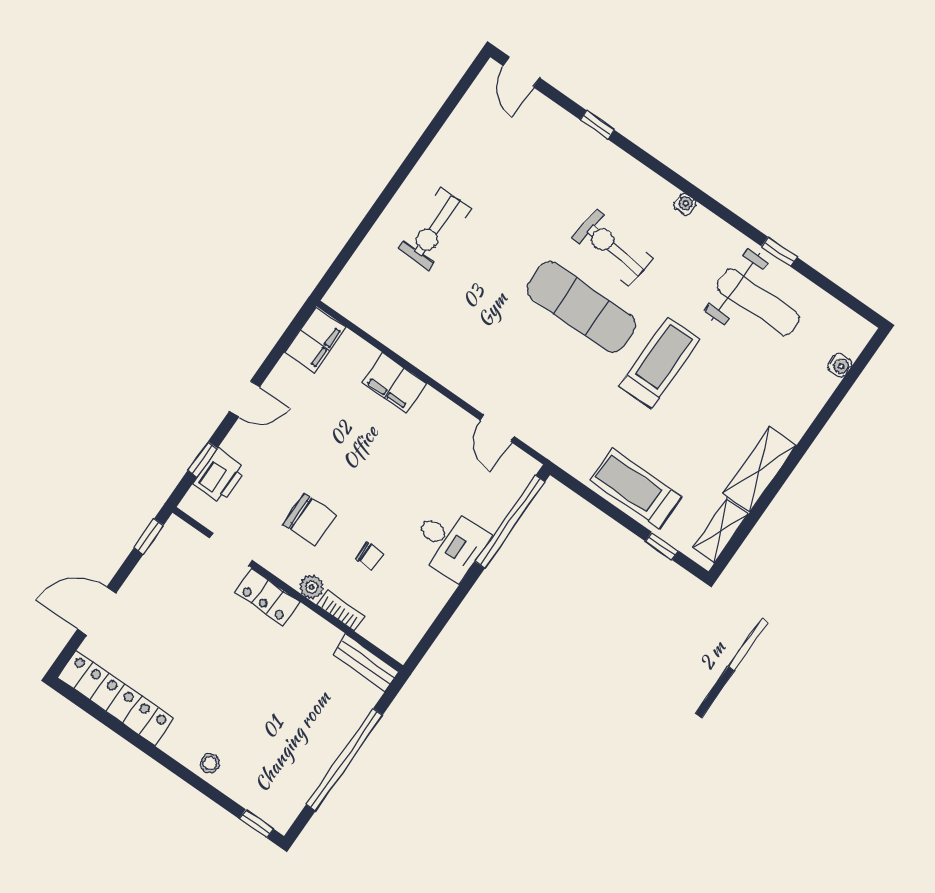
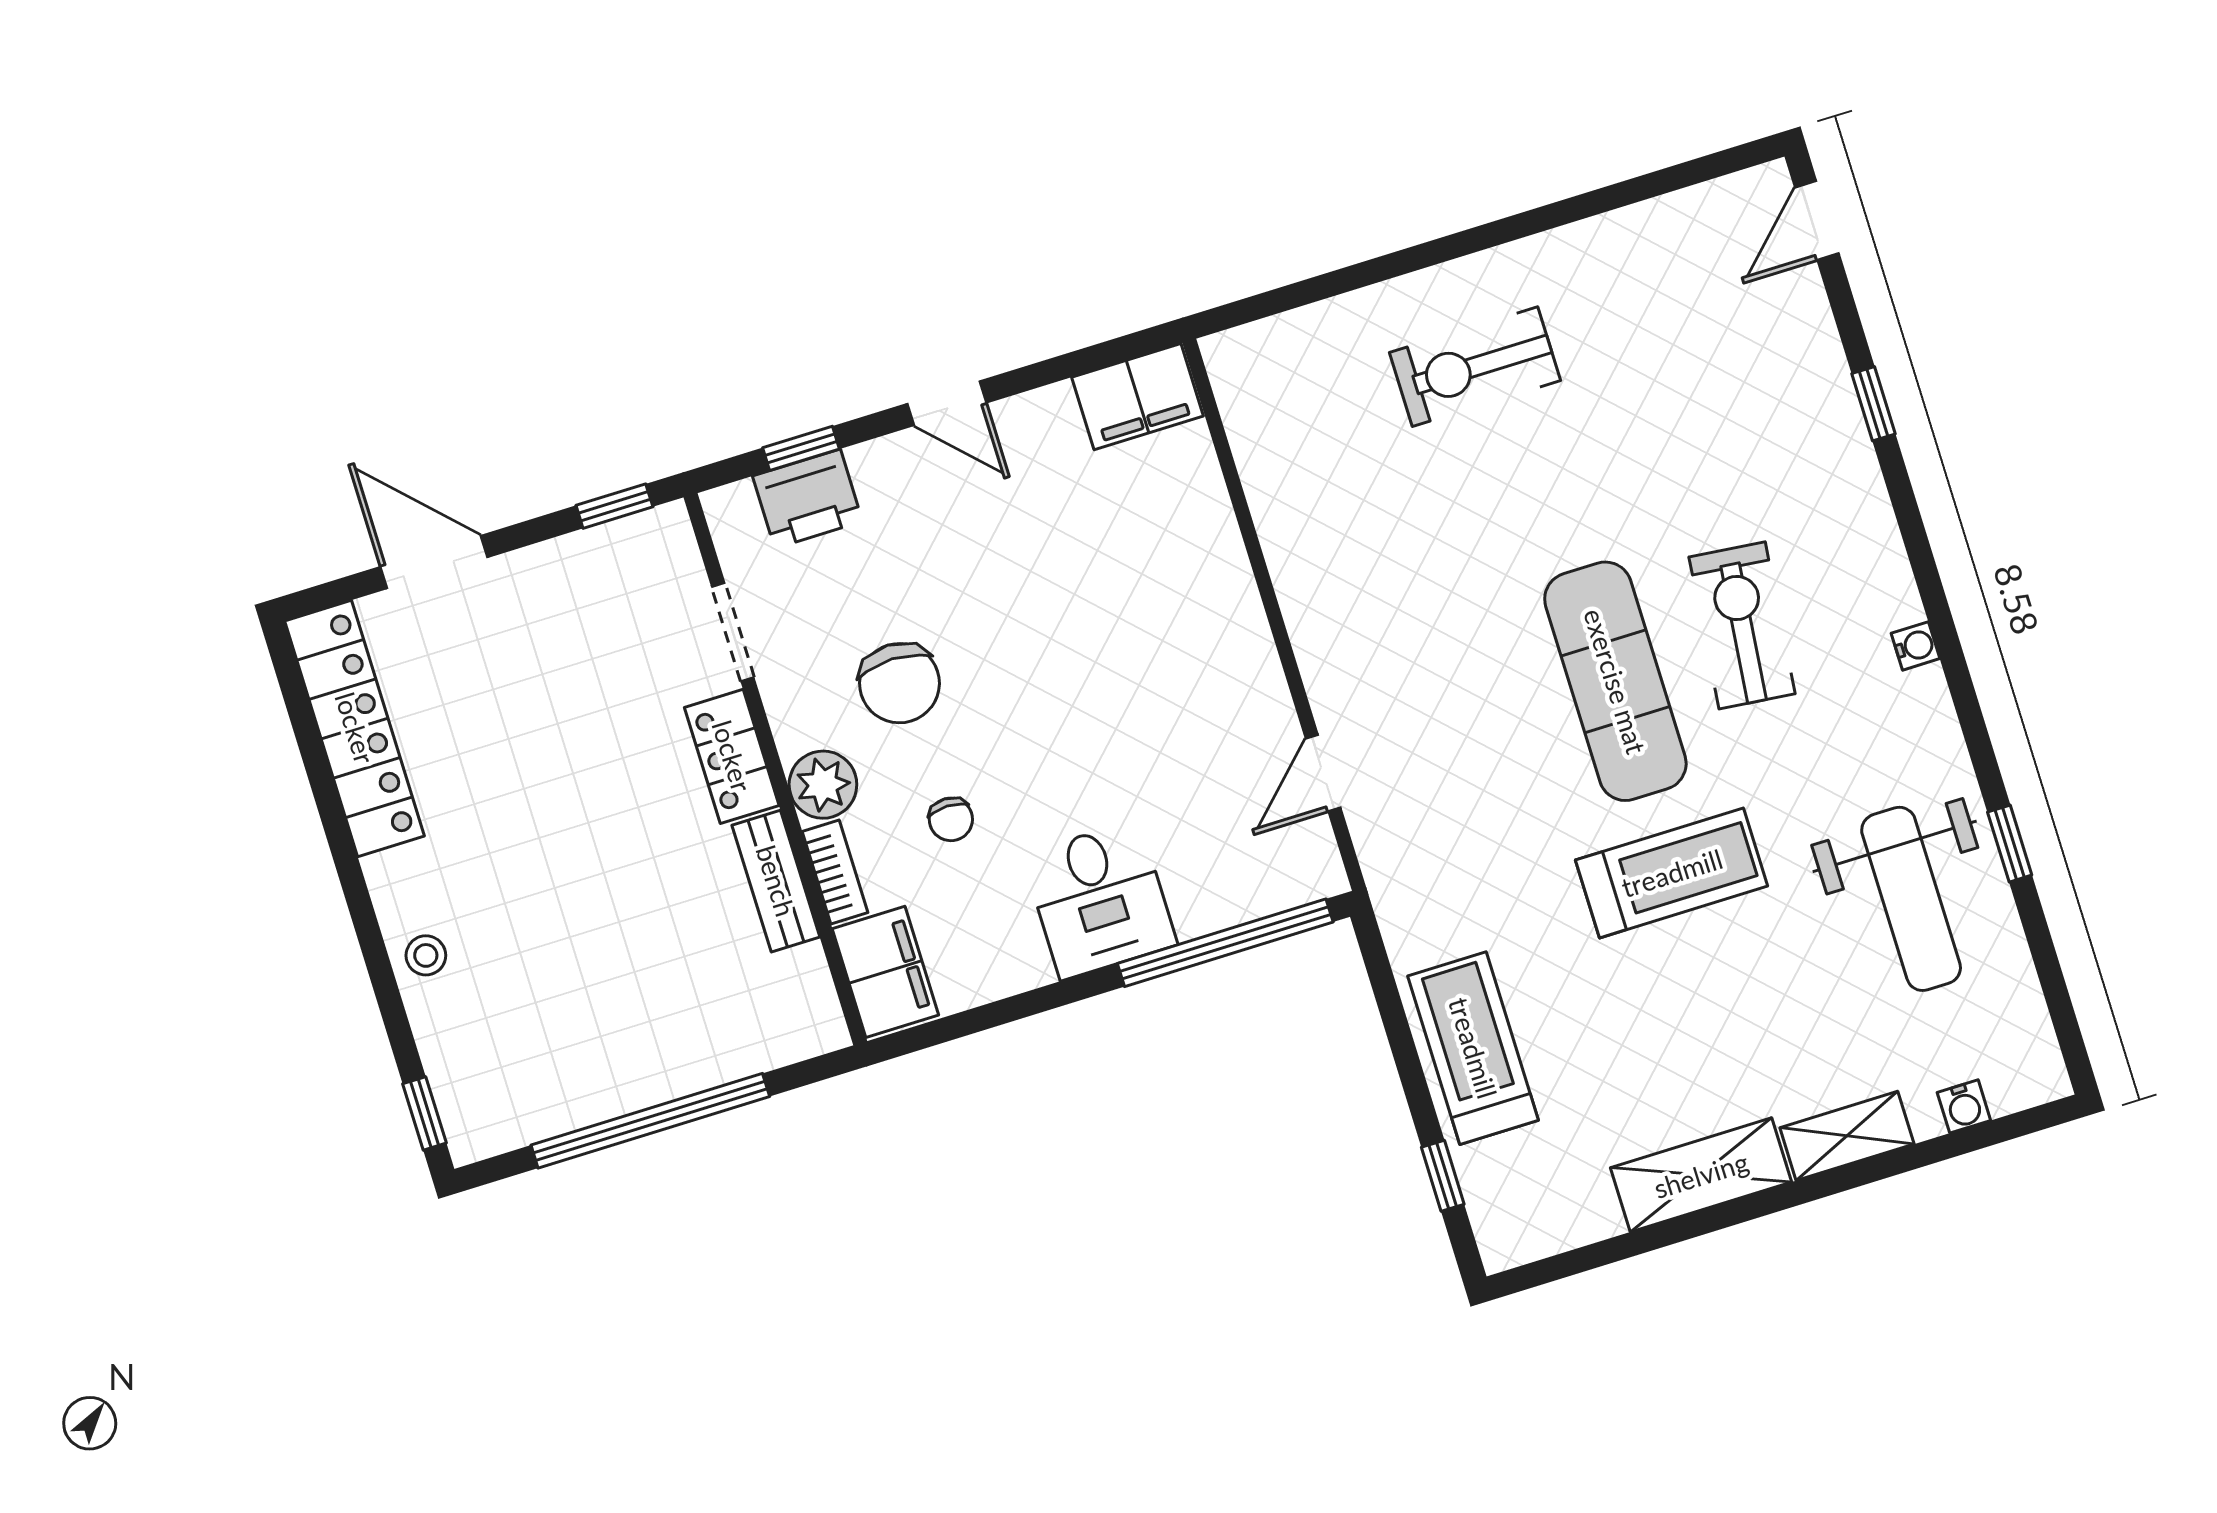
filing cabinet: (394, 383) -> (885, 972), moved, turned 180
shelving: (721, 531) -> (1847, 1136), moved
plant: (312, 587) -> (823, 785), width x1.38, depth x1.38
bench: (366, 663) -> (776, 881), moved

